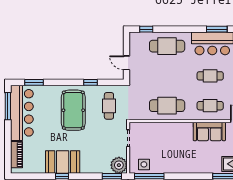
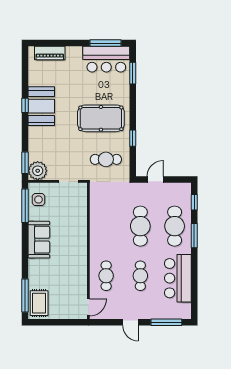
window: (217, 29) -> (194, 236), moved
cafe table: (167, 106) -> (140, 226), moved
bar counter: (22, 113) -> (106, 59), width x0.73
sofa: (209, 131) -> (39, 240), moved, turned 180

